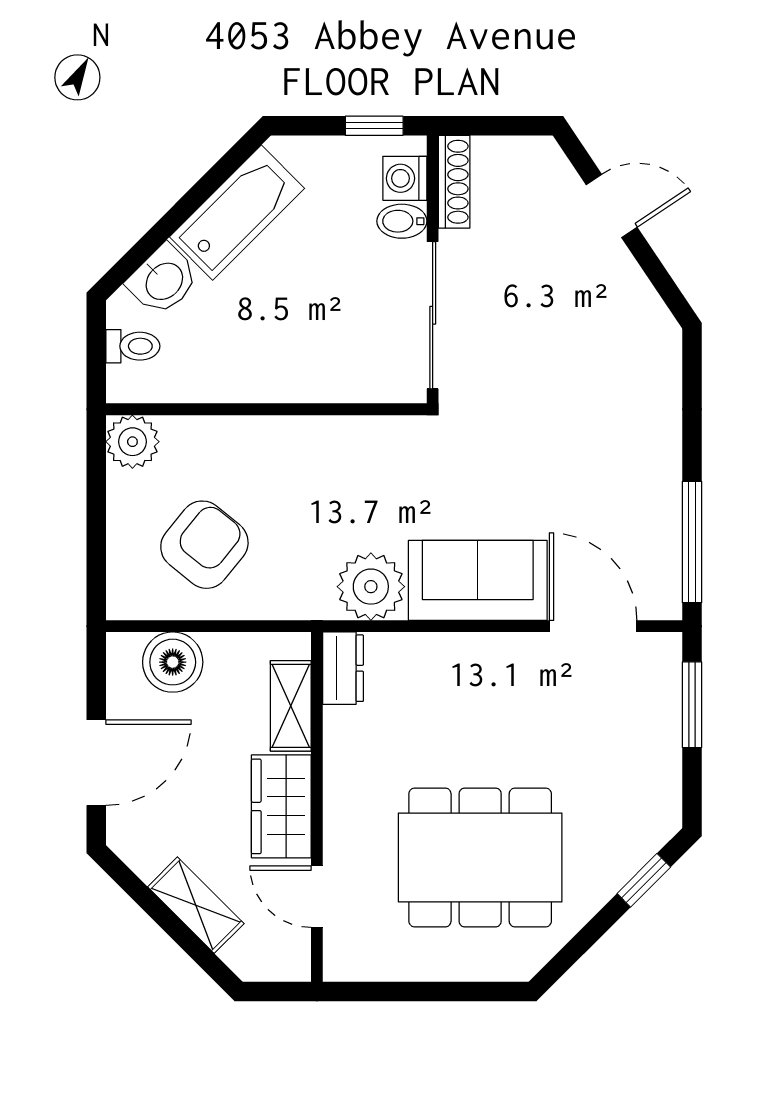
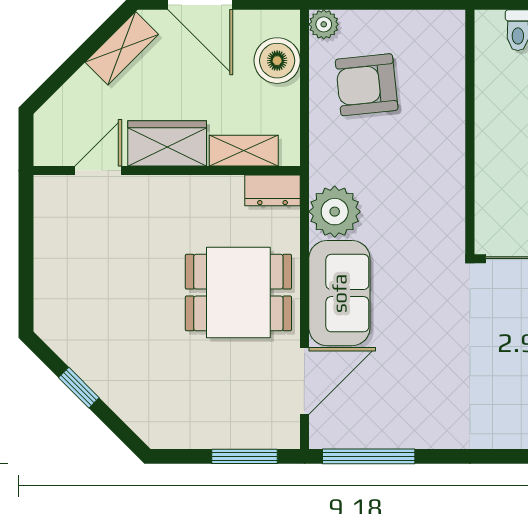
plant: (132, 442) -> (324, 24), moved, width x0.73, depth x0.73
armchair: (204, 545) -> (367, 85), turned 135
dining table: (480, 857) -> (238, 293), moved, width x0.73
window: (644, 880) -> (79, 388), moved
shelving: (196, 905) -> (122, 48), moved

